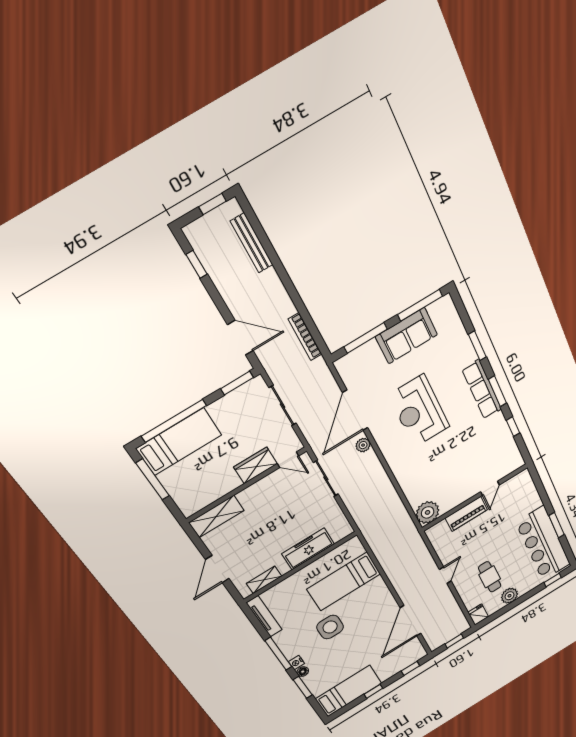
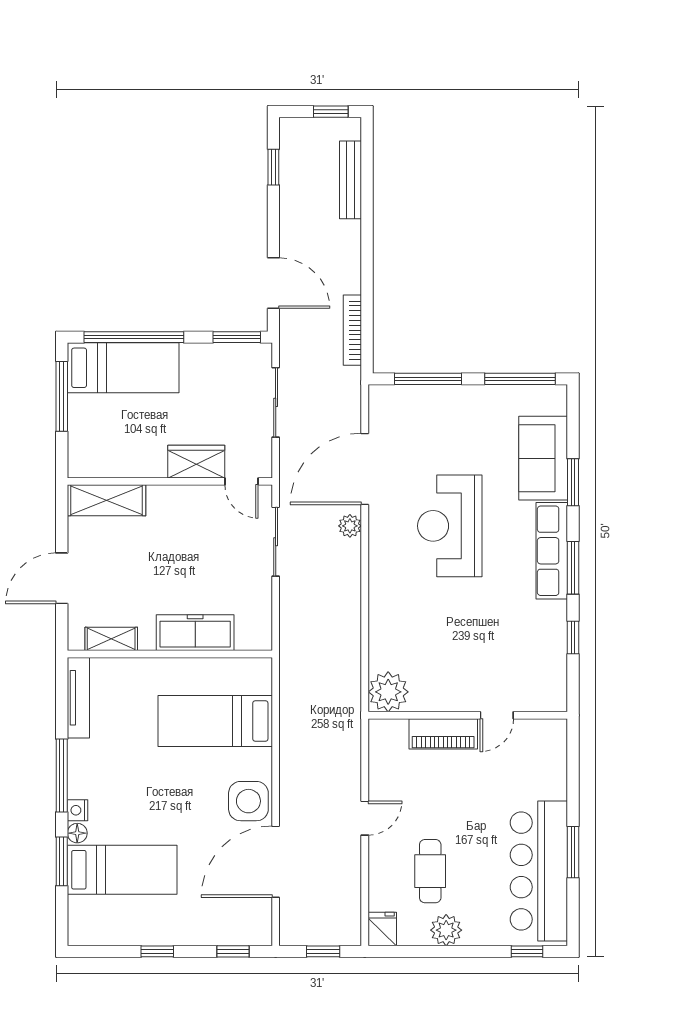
sofa: (406, 336) -> (543, 458), moved, turned 90
side table: (330, 627) -> (248, 801), moved
bed: (349, 691) -> (122, 870), moved

